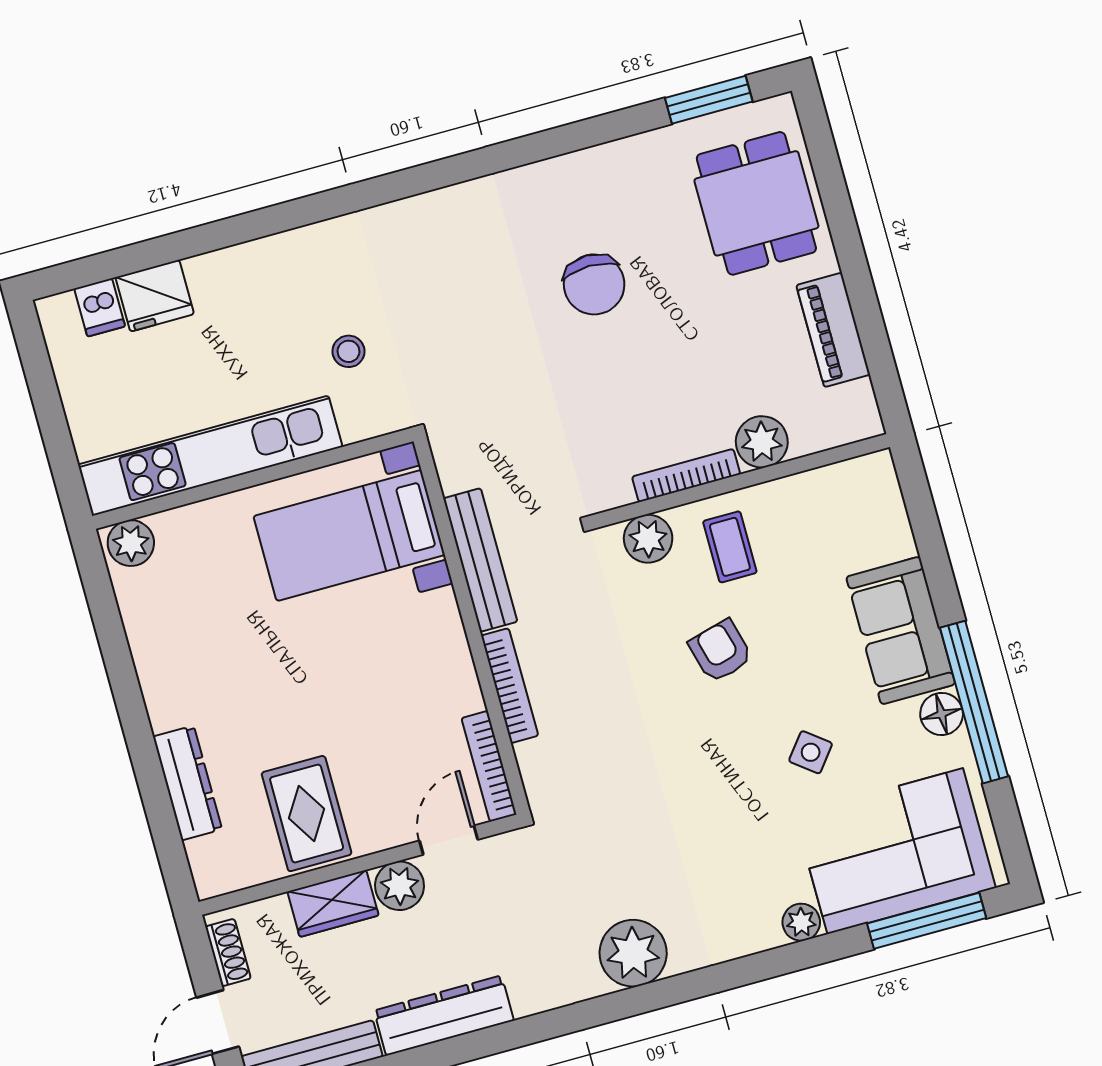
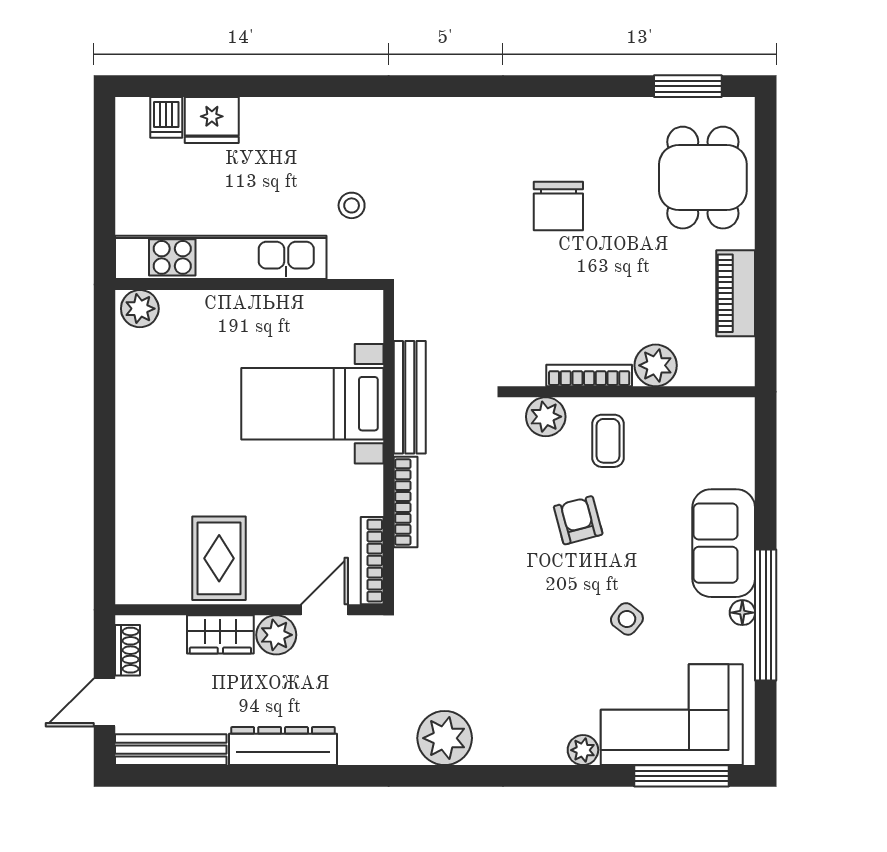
bed with nightstands: (349, 536) -> (312, 404), moved
floor lamp: (942, 714) -> (742, 613), width x0.73, depth x0.73
dresser: (187, 783) -> (132, 509), removed

